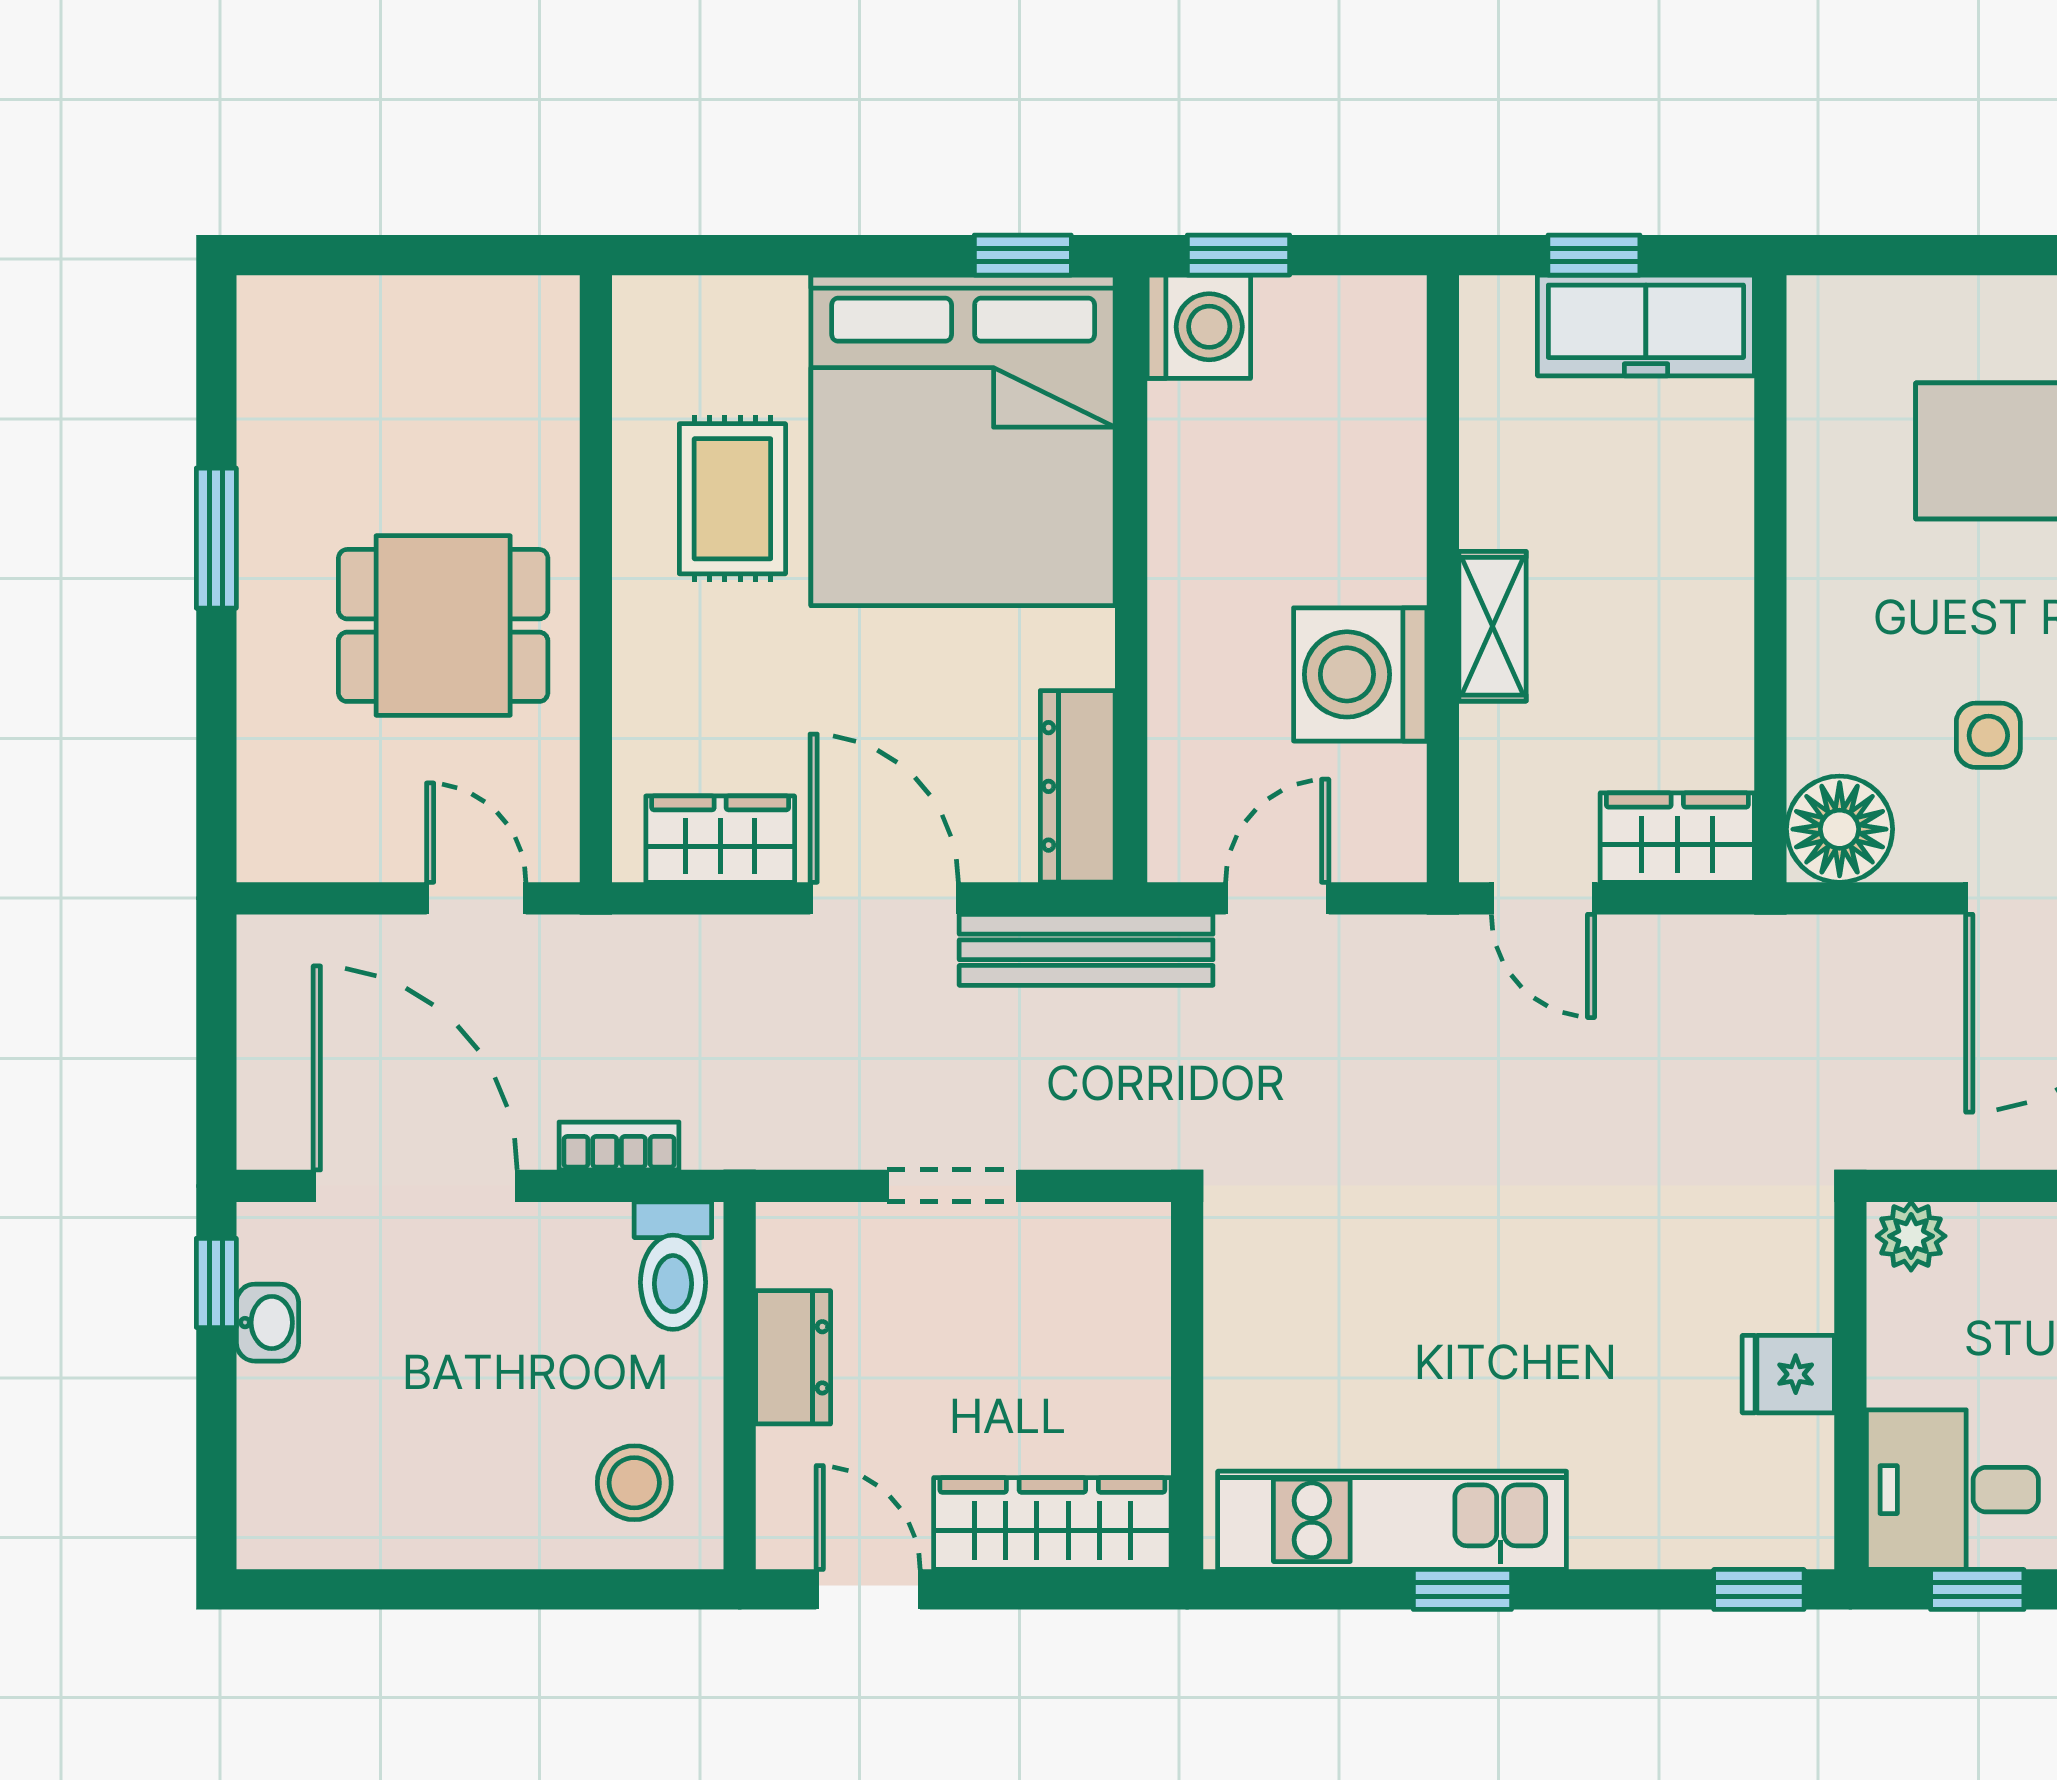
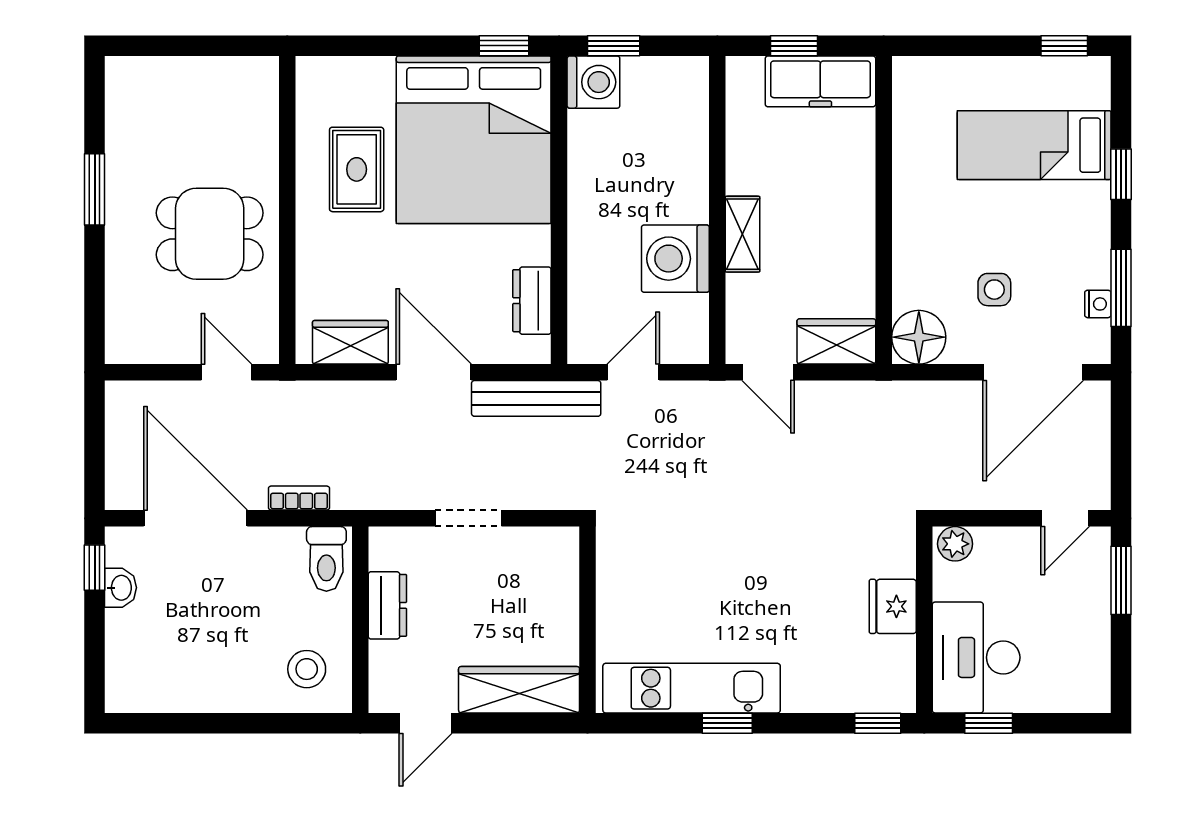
dresser: (1078, 786) -> (532, 301), width x0.70
fridge: (1788, 1374) -> (893, 606), width x1.38
desk: (1952, 1490) -> (976, 657), width x1.37
door: (868, 1589) -> (425, 723), swing flipped

